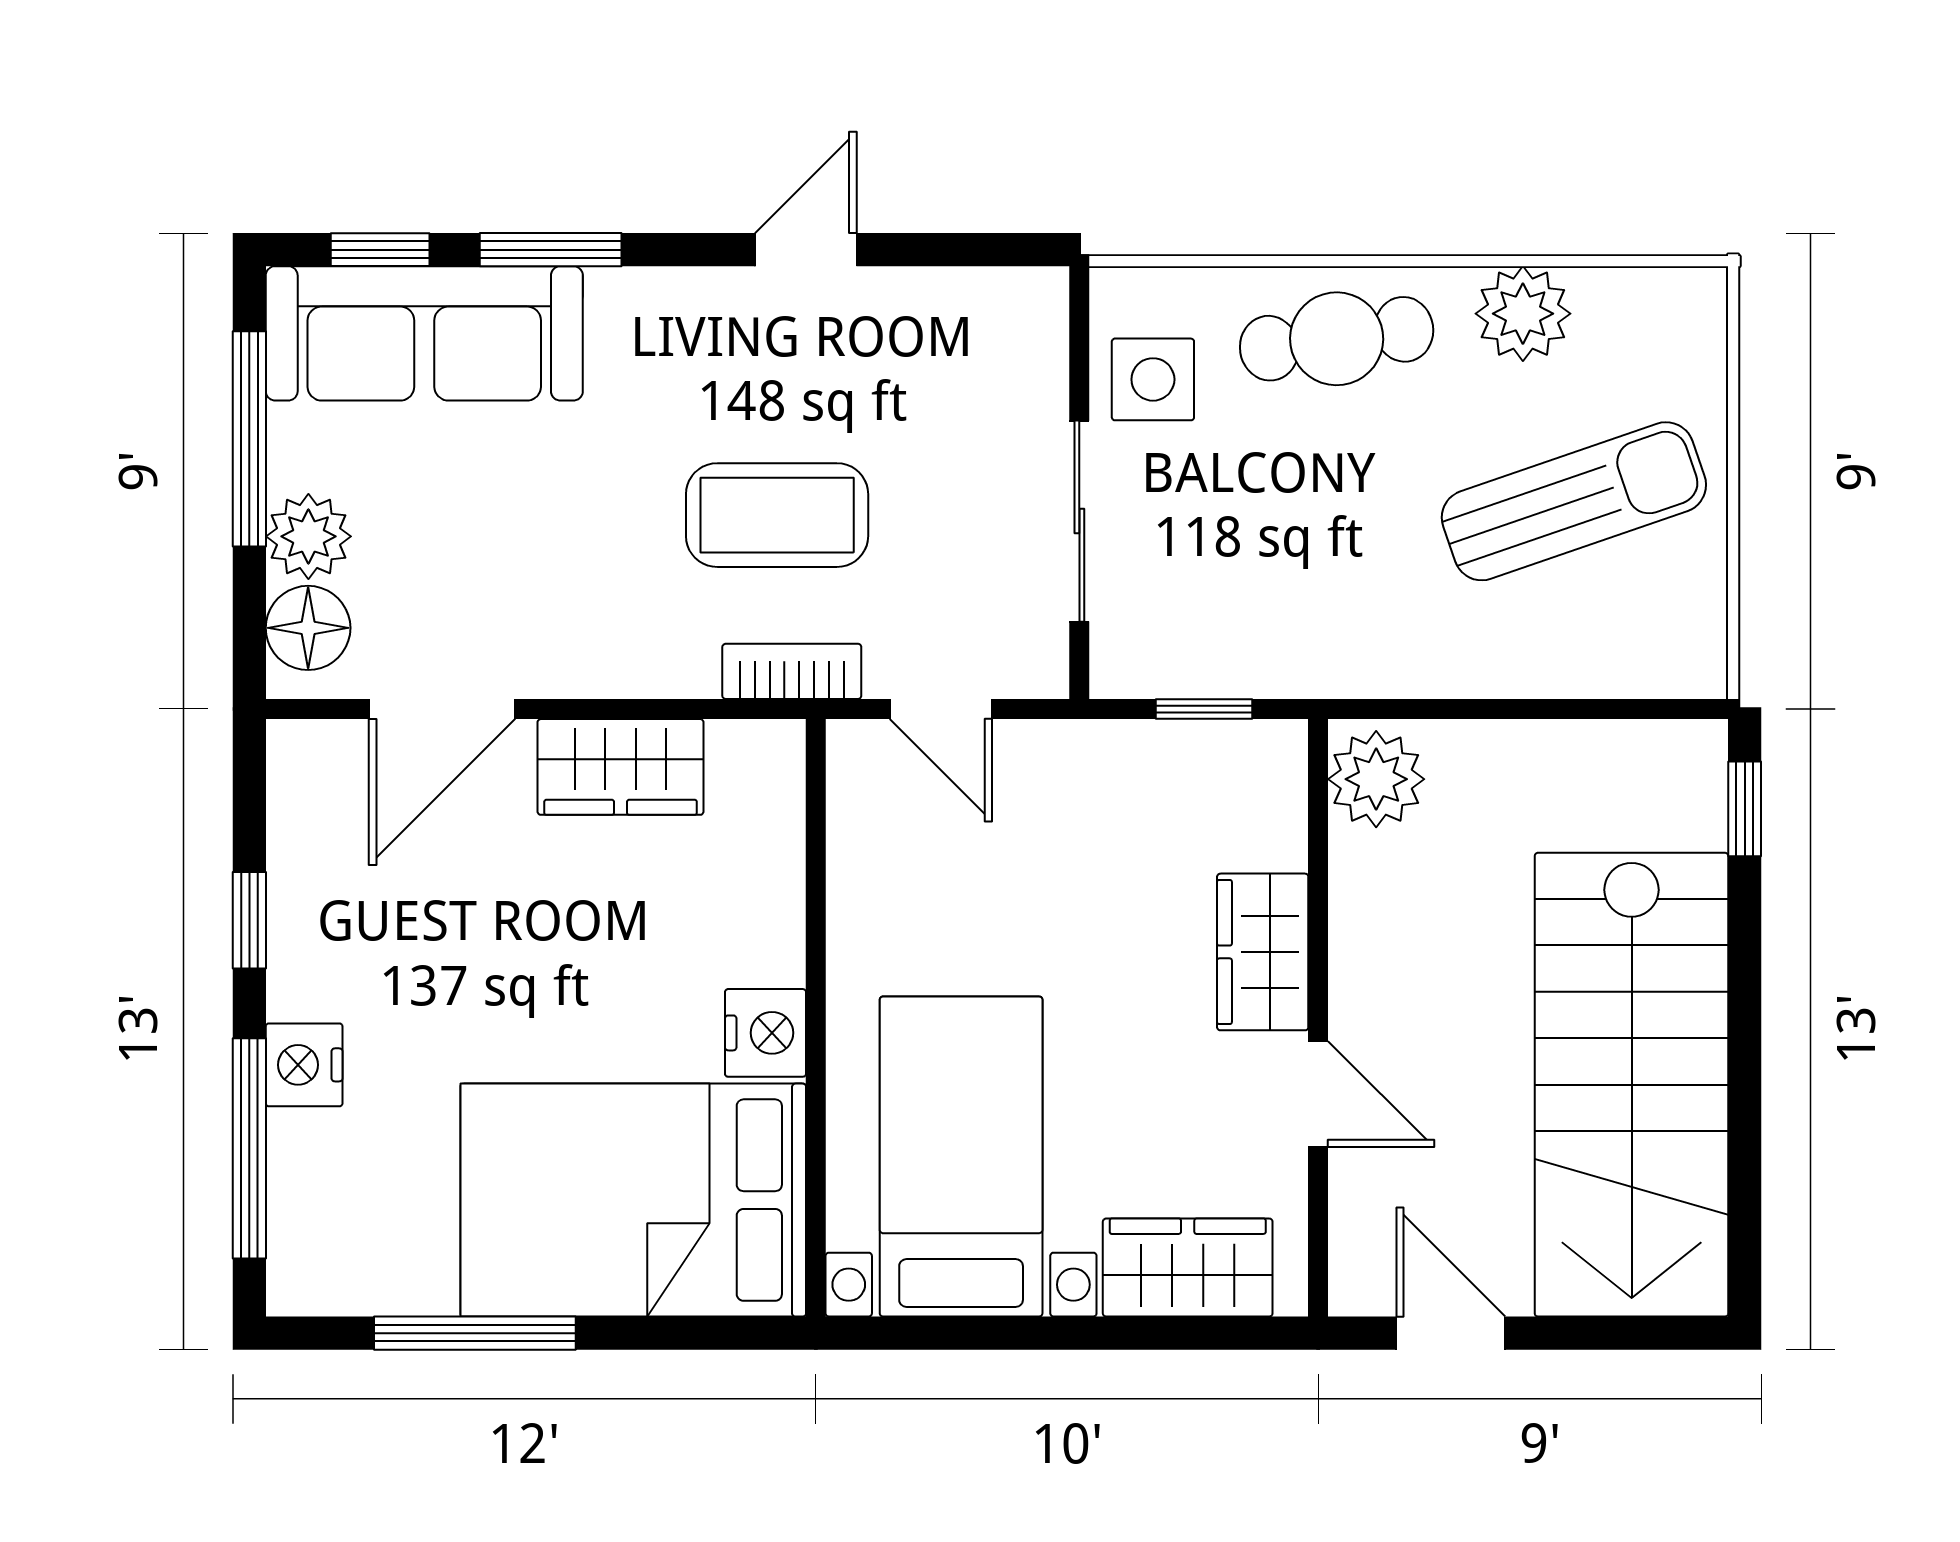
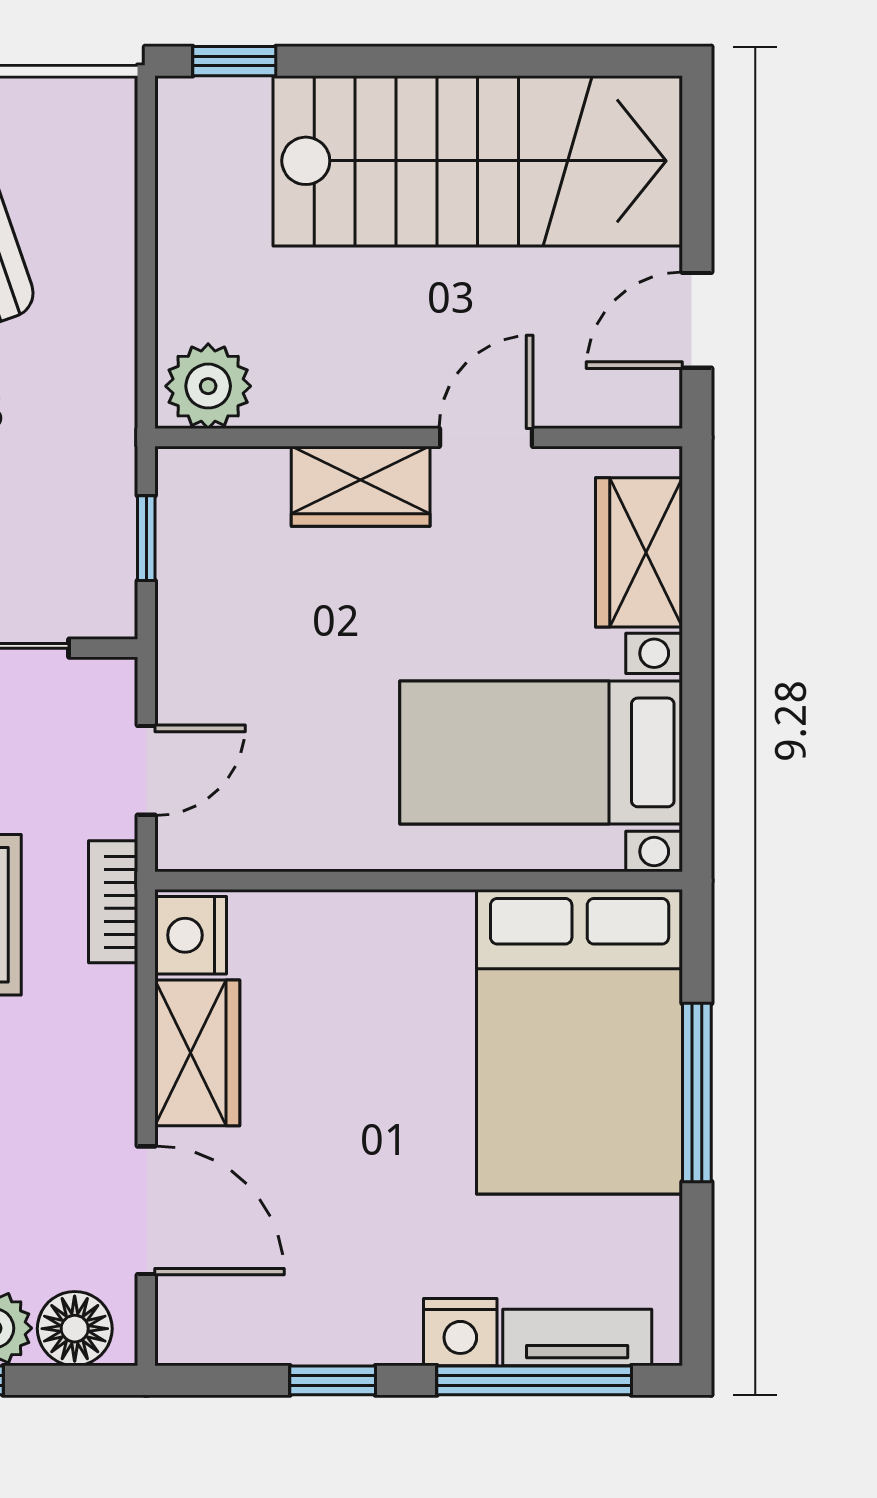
nightstand: (766, 1033) -> (191, 935), moved, turned -90
tv unit: (298, 1197) -> (577, 1337), added
window: (475, 1333) -> (697, 1093), moved

